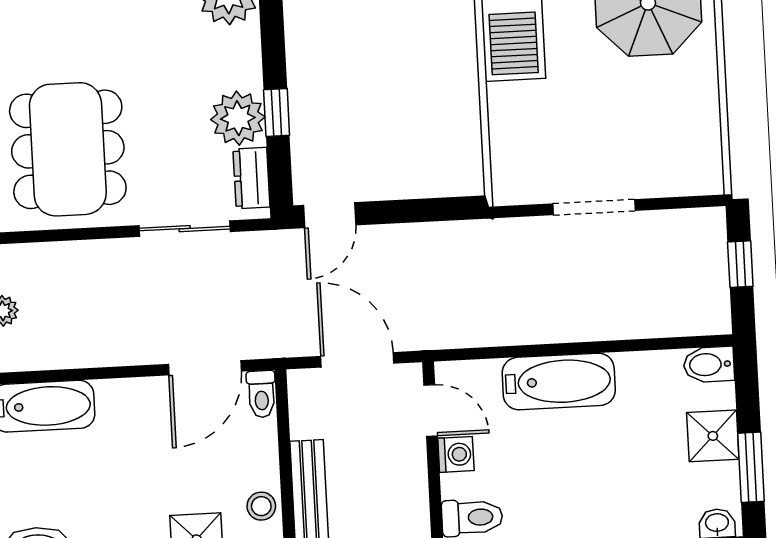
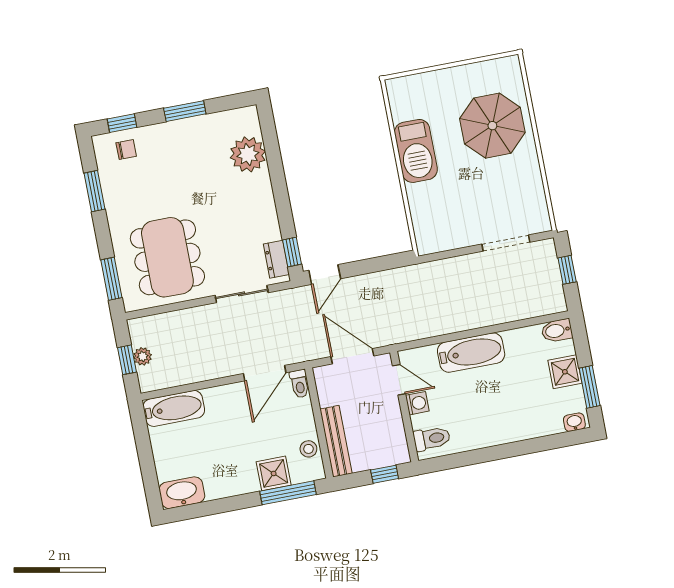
window: (277, 113) -> (292, 252), moved
plant: (238, 118) -> (264, 226), removed
doorway: (594, 207) -> (506, 243), moved

